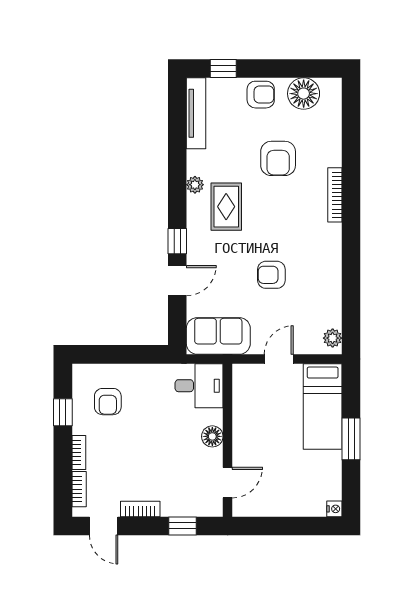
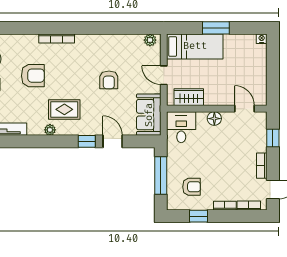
window: (125, 354) -> (161, 176), added
wardrobe: (245, 397) -> (189, 97), added

